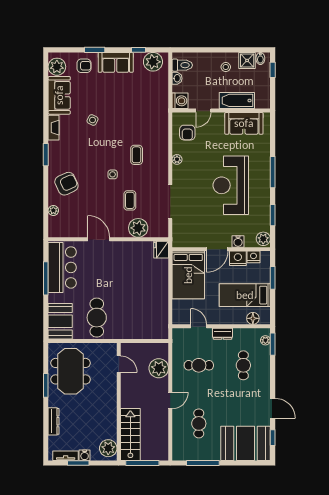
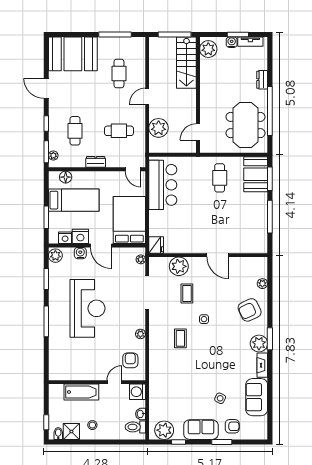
armchair: (84, 66) -> (232, 426), turned 180
plant: (57, 67) -> (259, 343), moved
side table: (93, 120) -> (220, 398), moved
sofa: (244, 123) -> (74, 369), removed
plant: (177, 235) -> (141, 259), added
door: (217, 249) -> (101, 245), swing flipped
bar counter: (62, 267) -> (163, 185), moved, turned 180
window: (46, 317) -> (270, 179), added
cafe table: (97, 318) -> (220, 178), width x0.73, depth x0.74
door: (199, 326) -> (133, 169), moved
door: (119, 364) -> (198, 132), hinge flipped
window: (46, 385) -> (270, 111), width x2.11
dresser: (54, 421) -> (262, 80), width x0.70
window: (273, 438) -> (46, 123), moved

